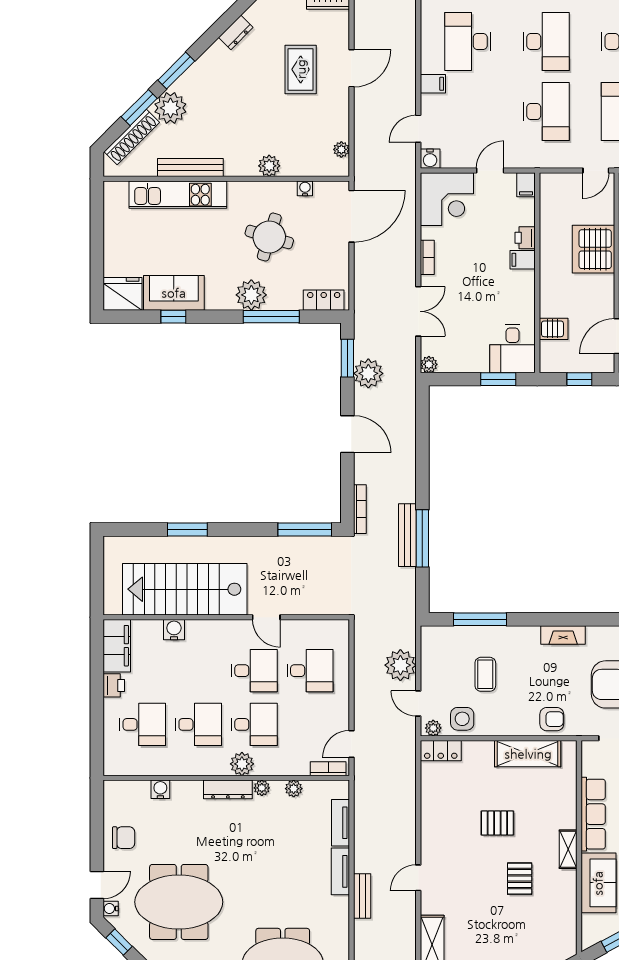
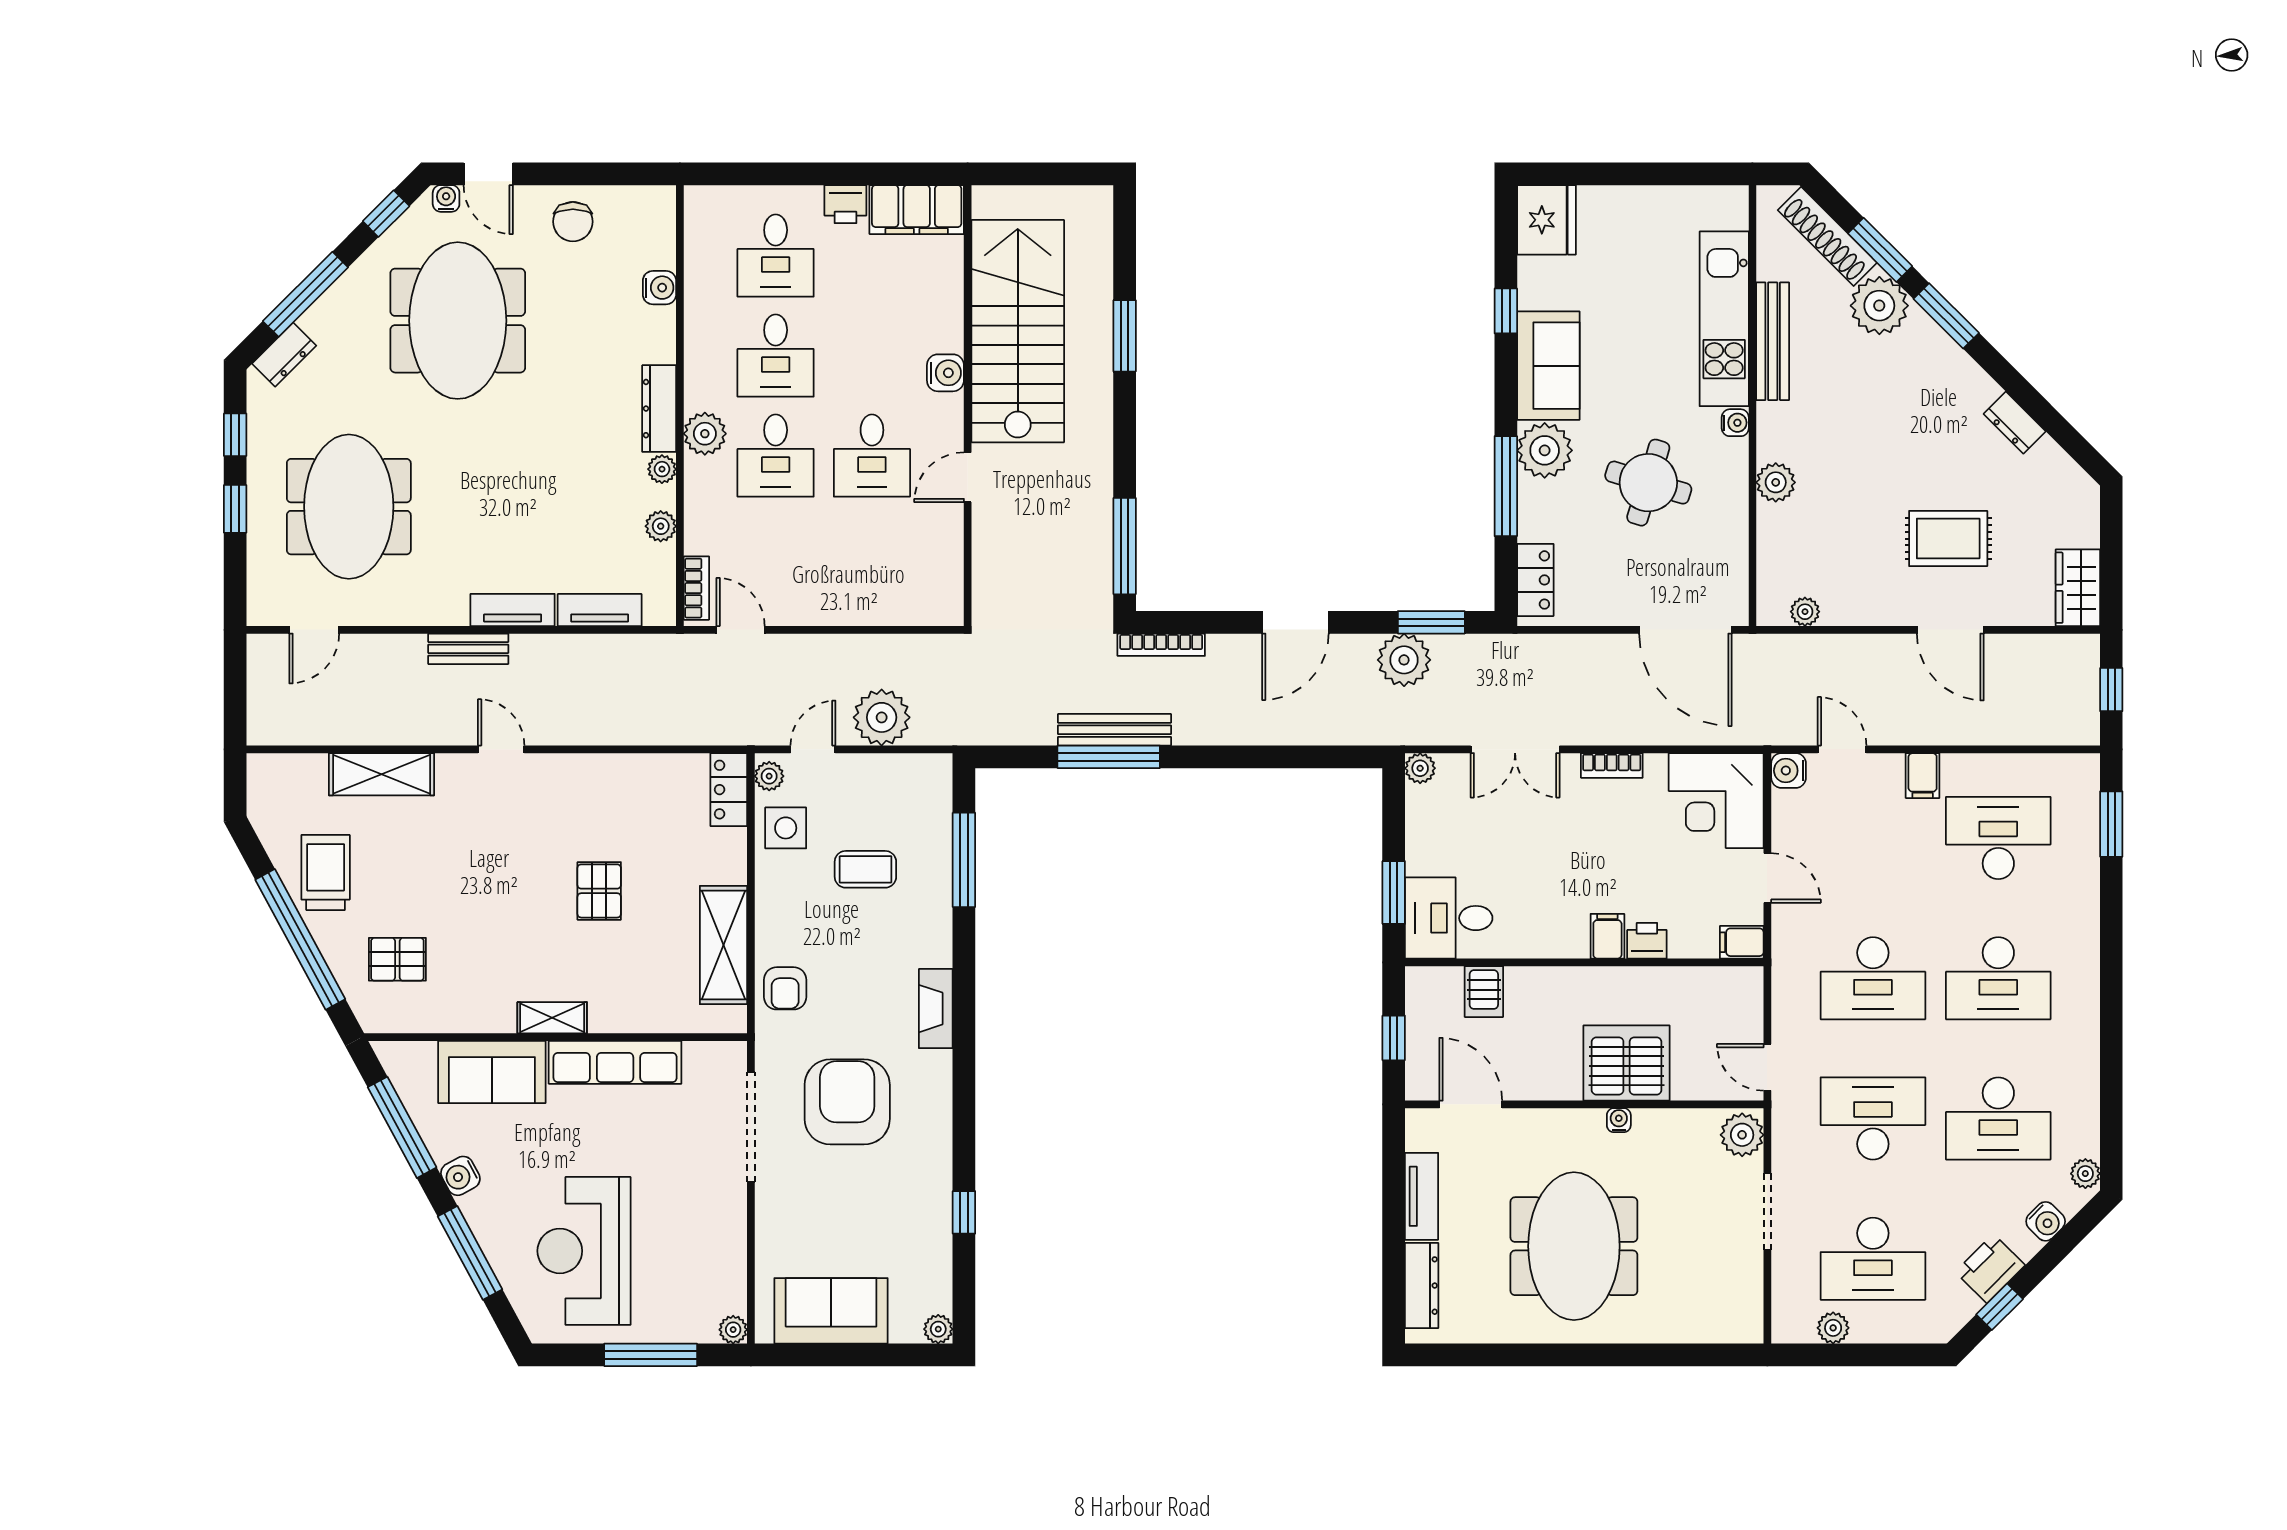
water cooler: (305, 188) -> (1735, 423), moved
sofa: (174, 293) -> (1548, 366), moved
water cooler: (174, 630) -> (945, 373), moved
desk: (310, 671) -> (872, 556), removed
pallet: (520, 879) -> (397, 959), moved

